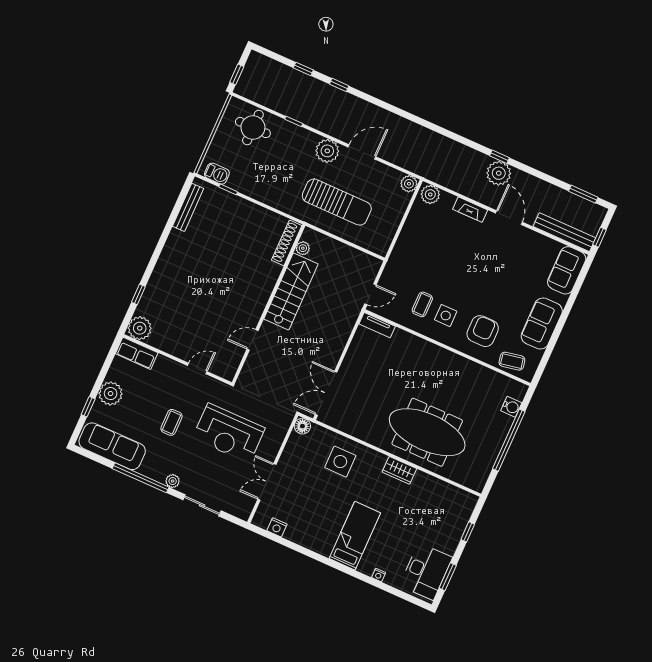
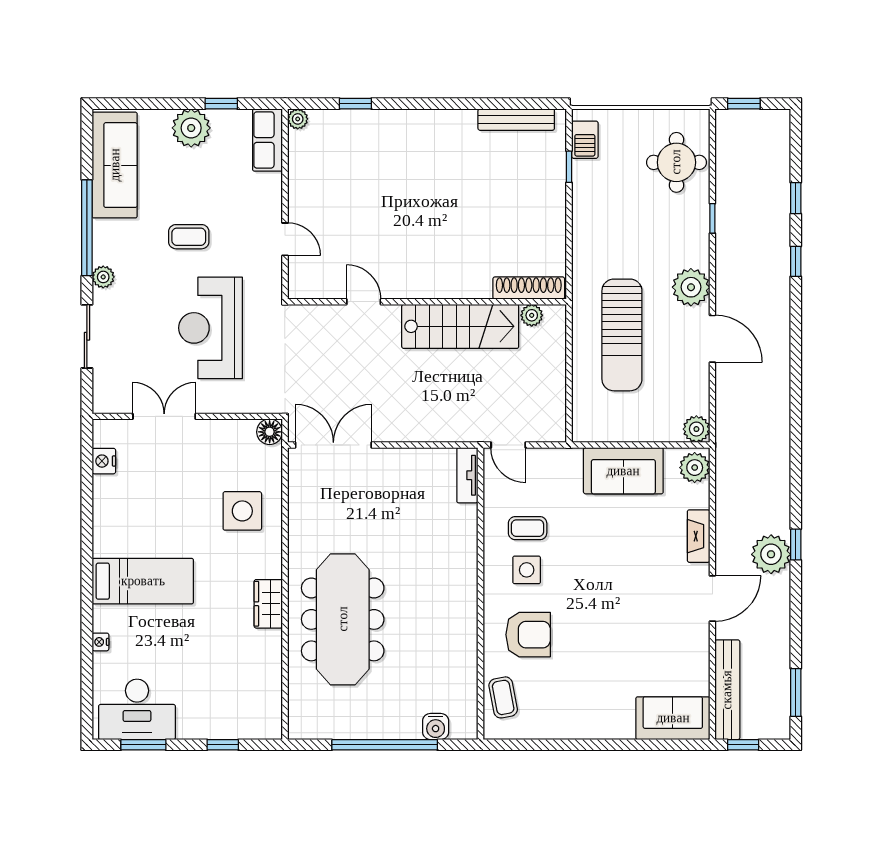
sofa: (542, 324) -> (623, 471), moved, turned 180
plant: (140, 328) -> (298, 119), width x0.53, depth x0.53
window: (88, 407) -> (221, 104), moved

